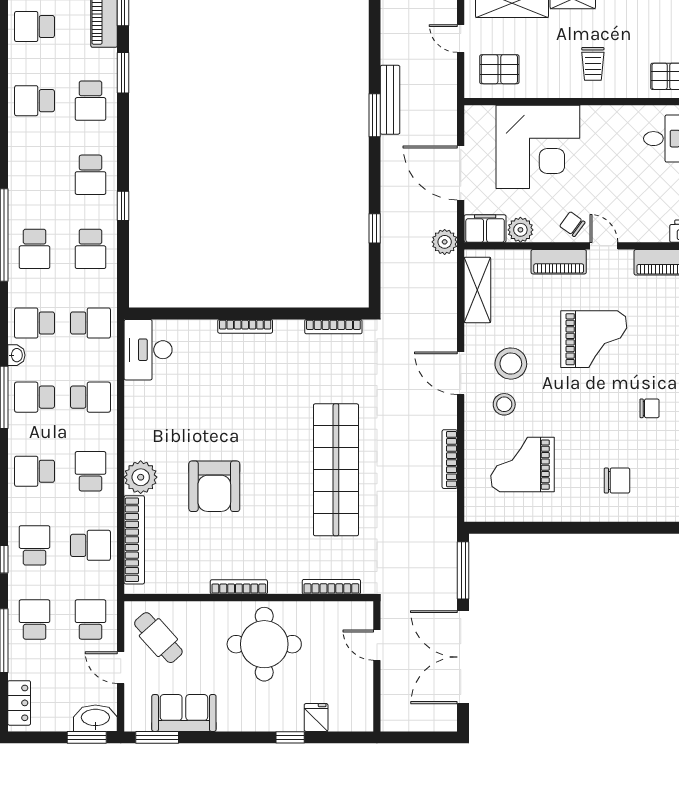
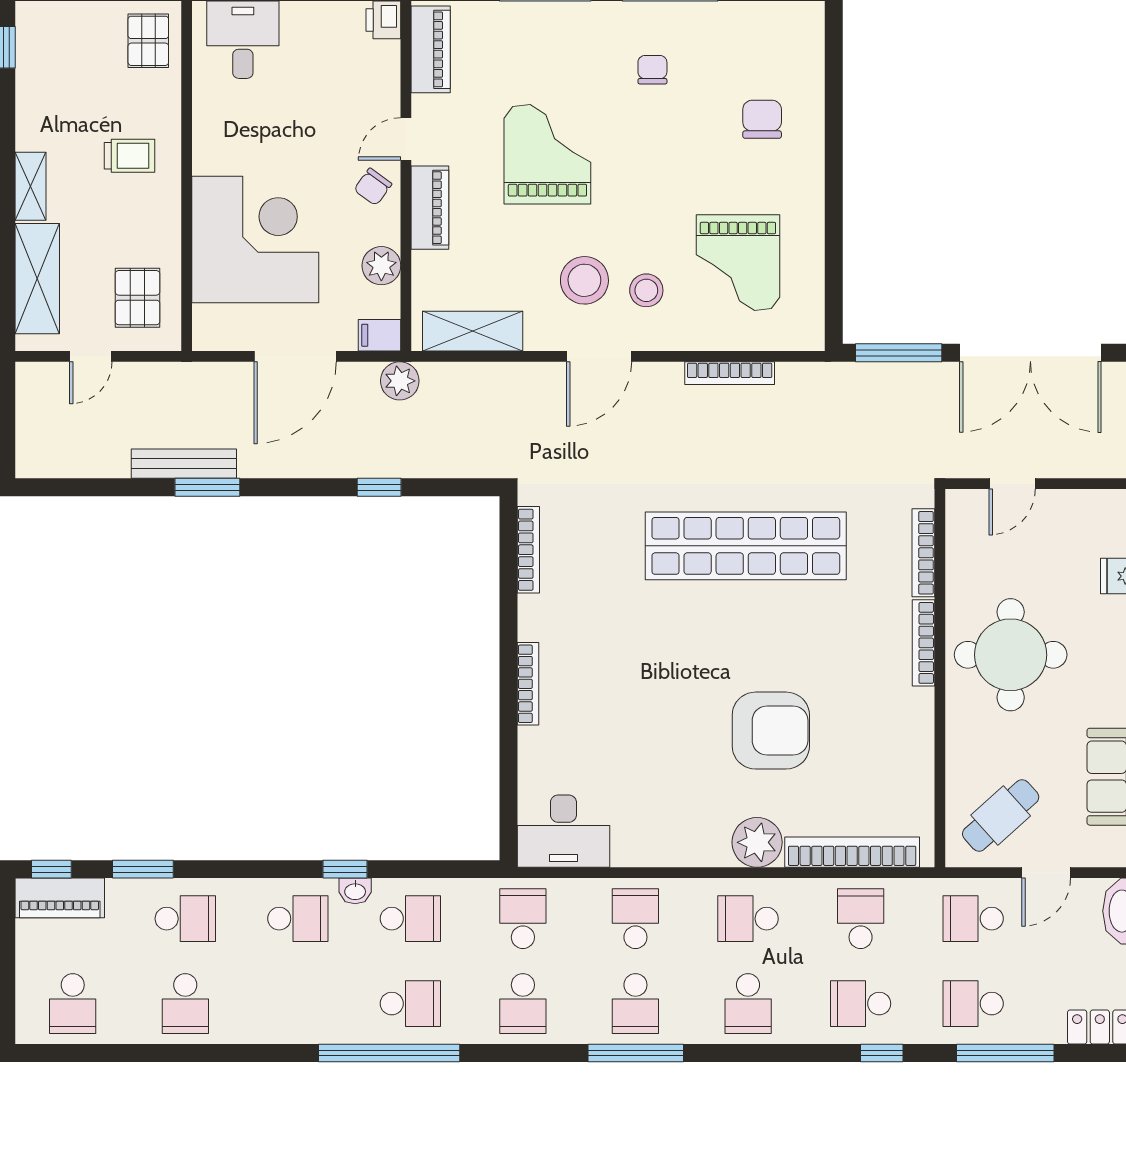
filing cabinet: (485, 229) -> (380, 335), width x0.50
washbasin: (16, 355) -> (355, 891), moved, turned 180
bookcase: (239, 587) -> (924, 643), moved

